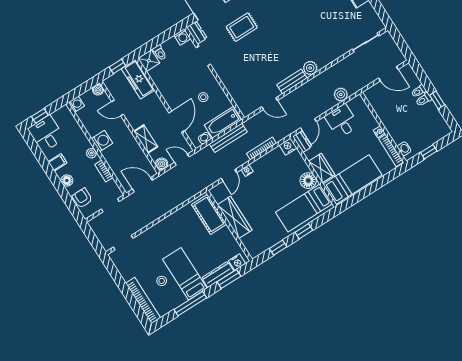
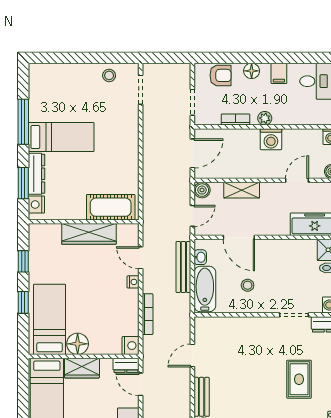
bench: (228, 138) -> (183, 267), moved
stool: (162, 281) -> (109, 75), moved
bookcase: (143, 301) -> (61, 70), removed

